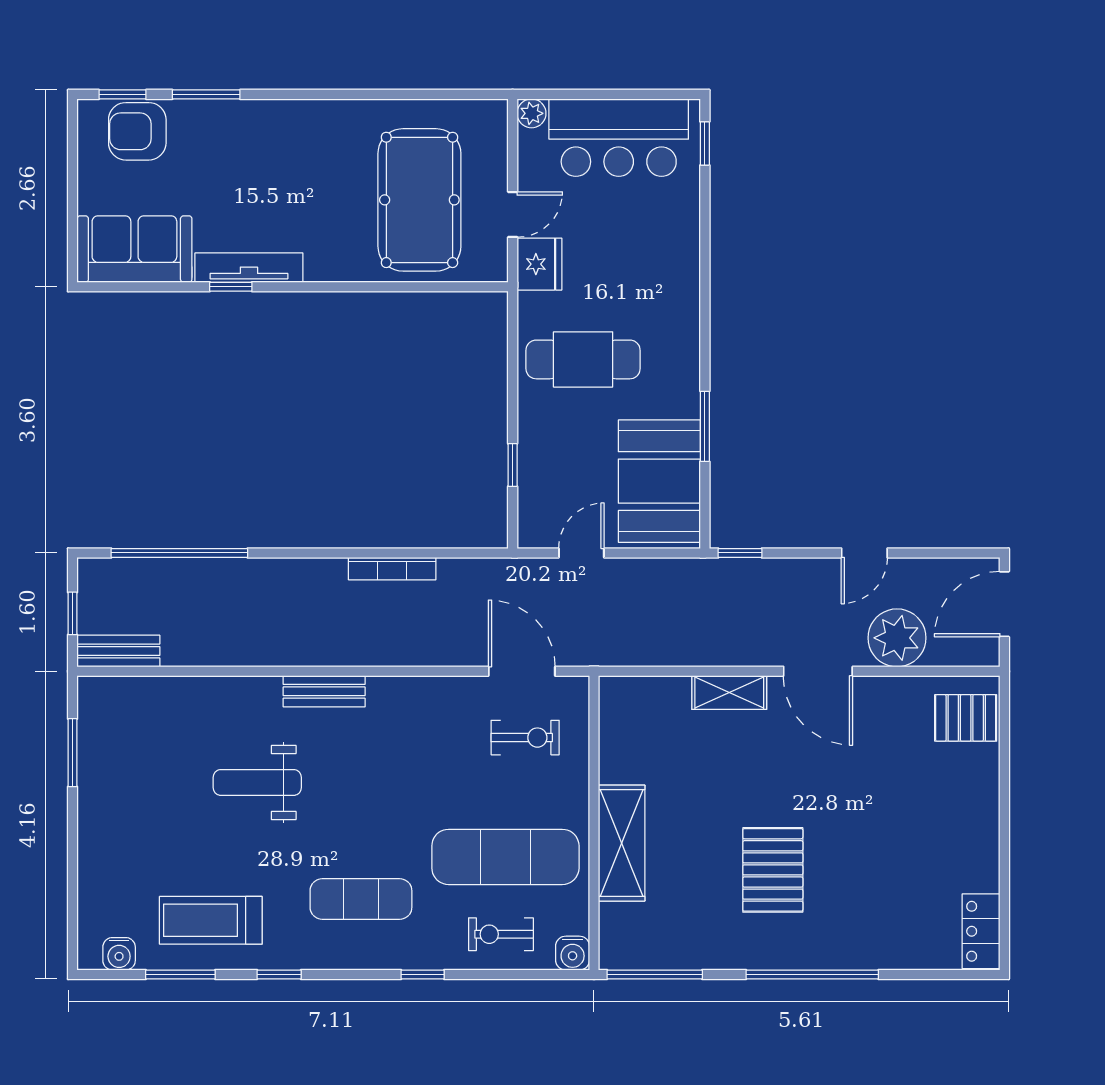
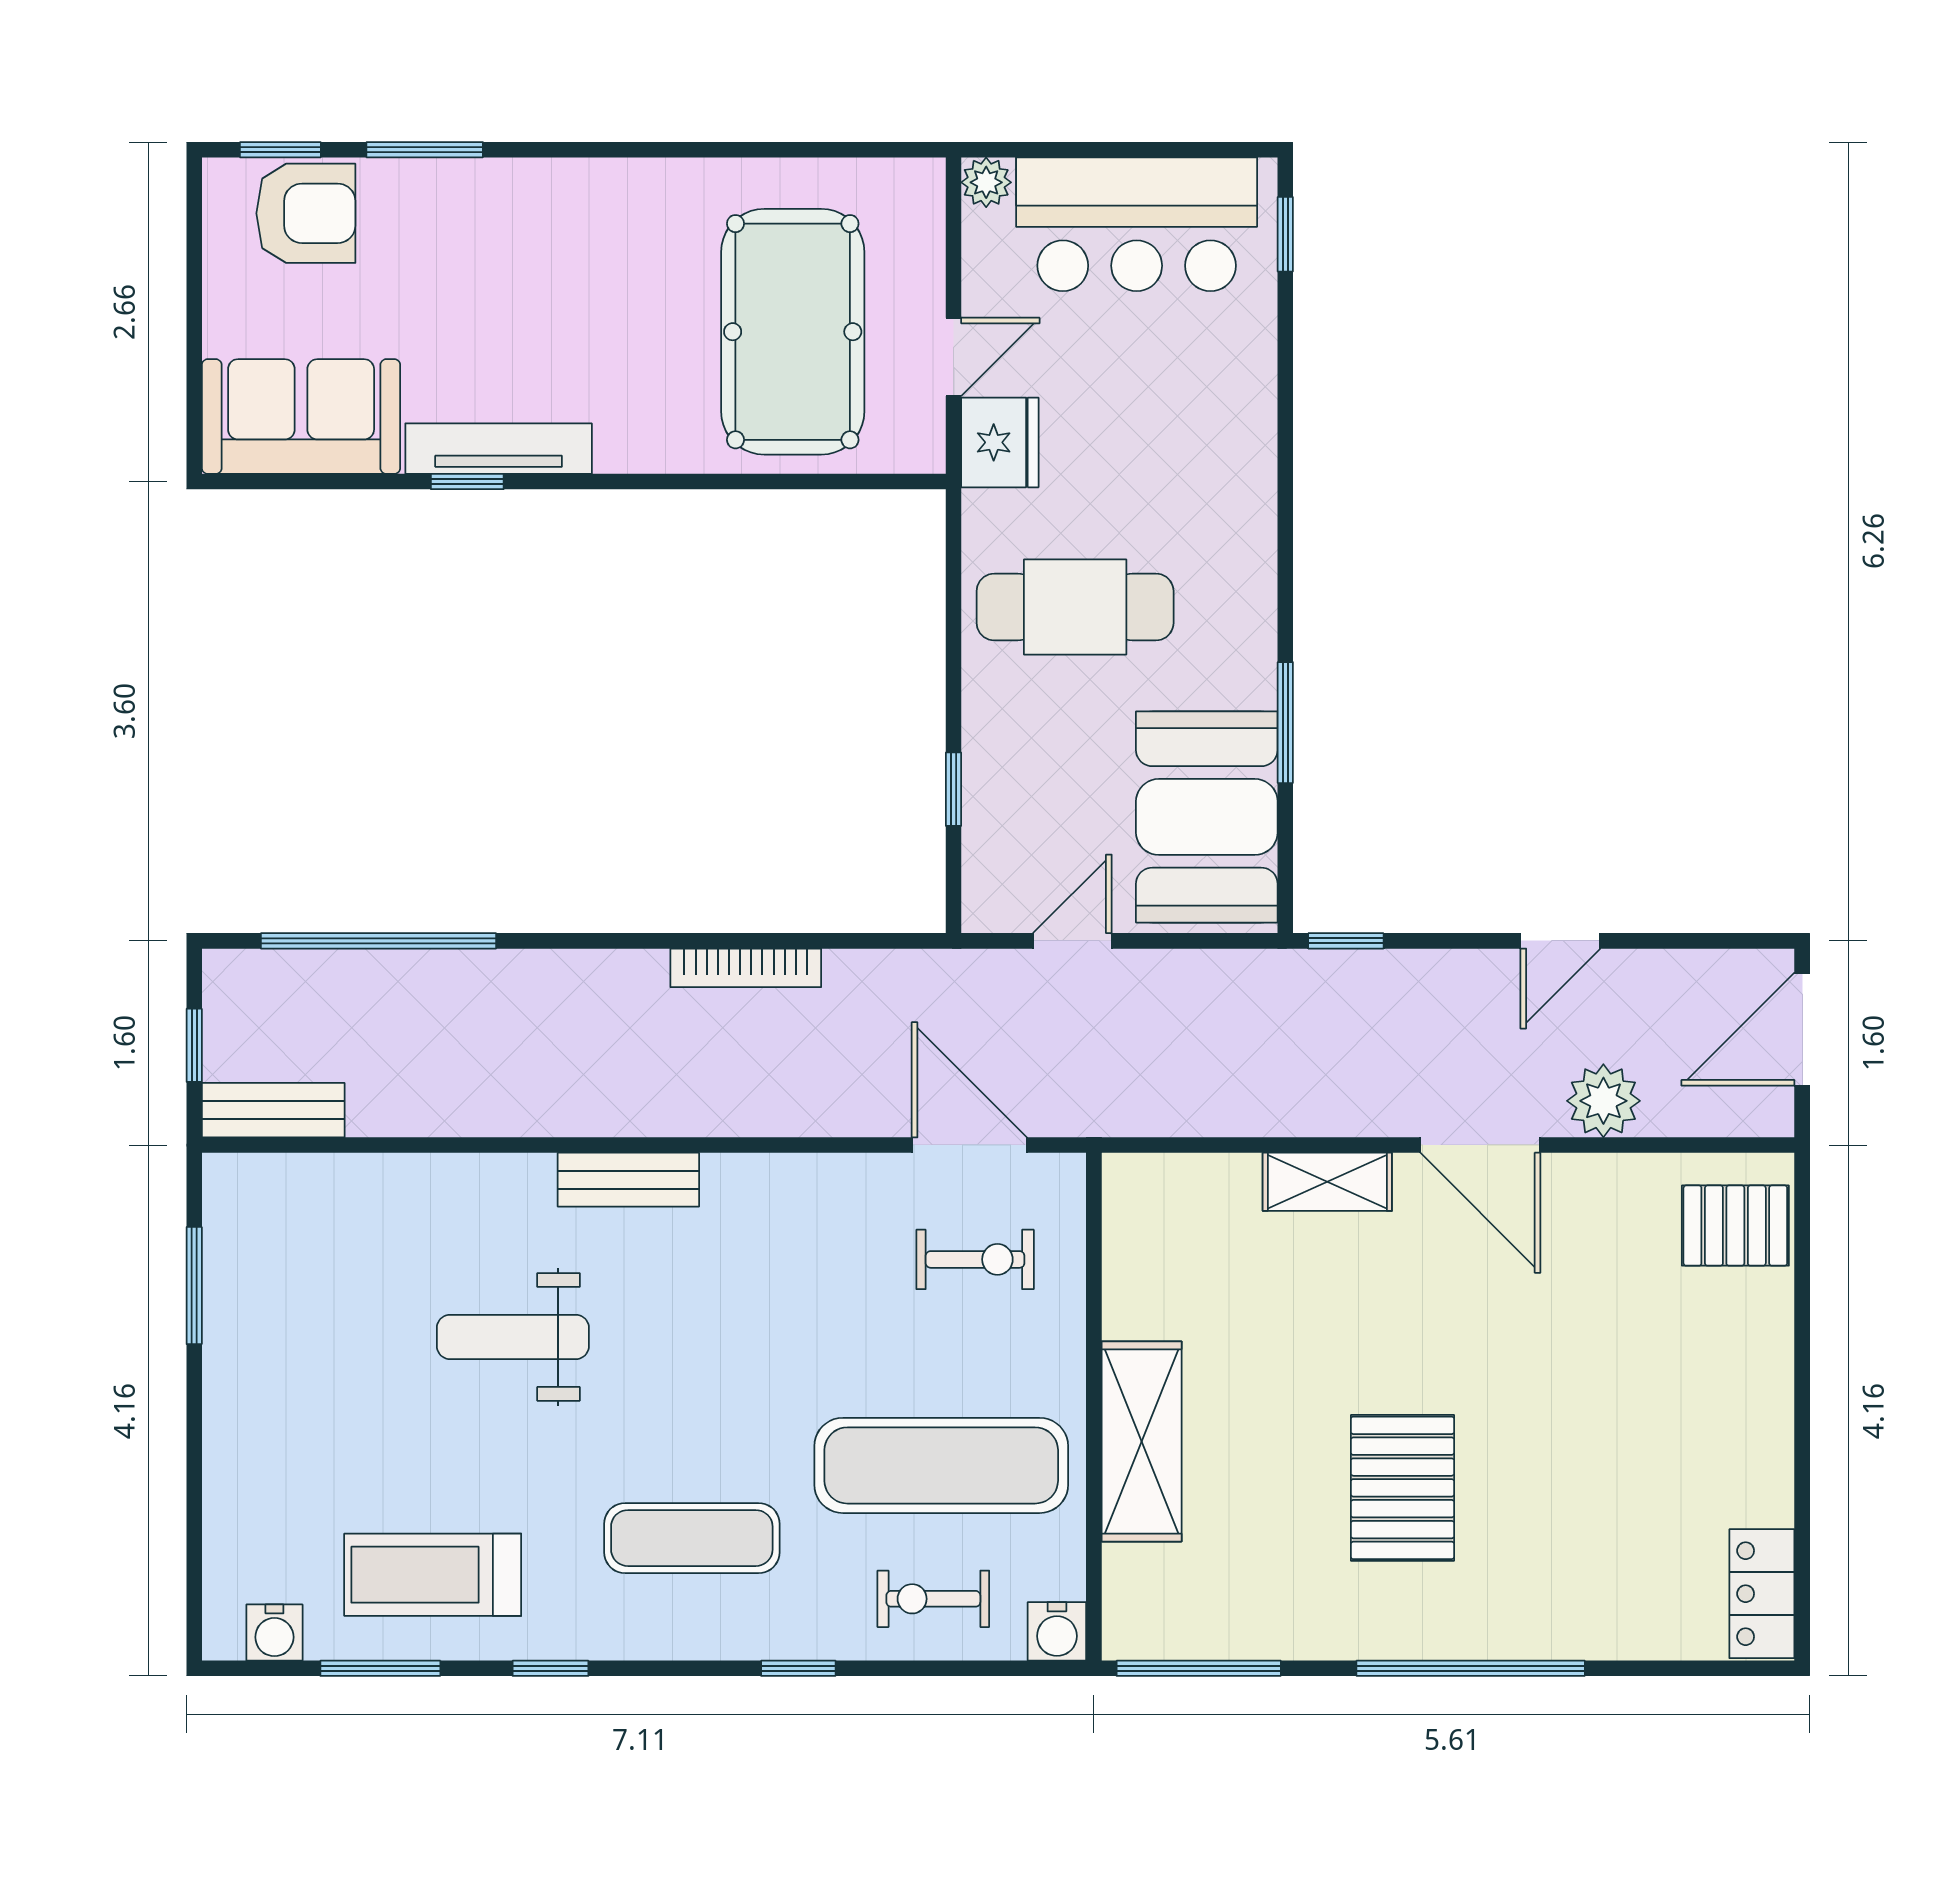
armchair: (137, 131) -> (306, 213), turned 180
plant: (897, 638) -> (1603, 1101), width x0.73, depth x0.73

